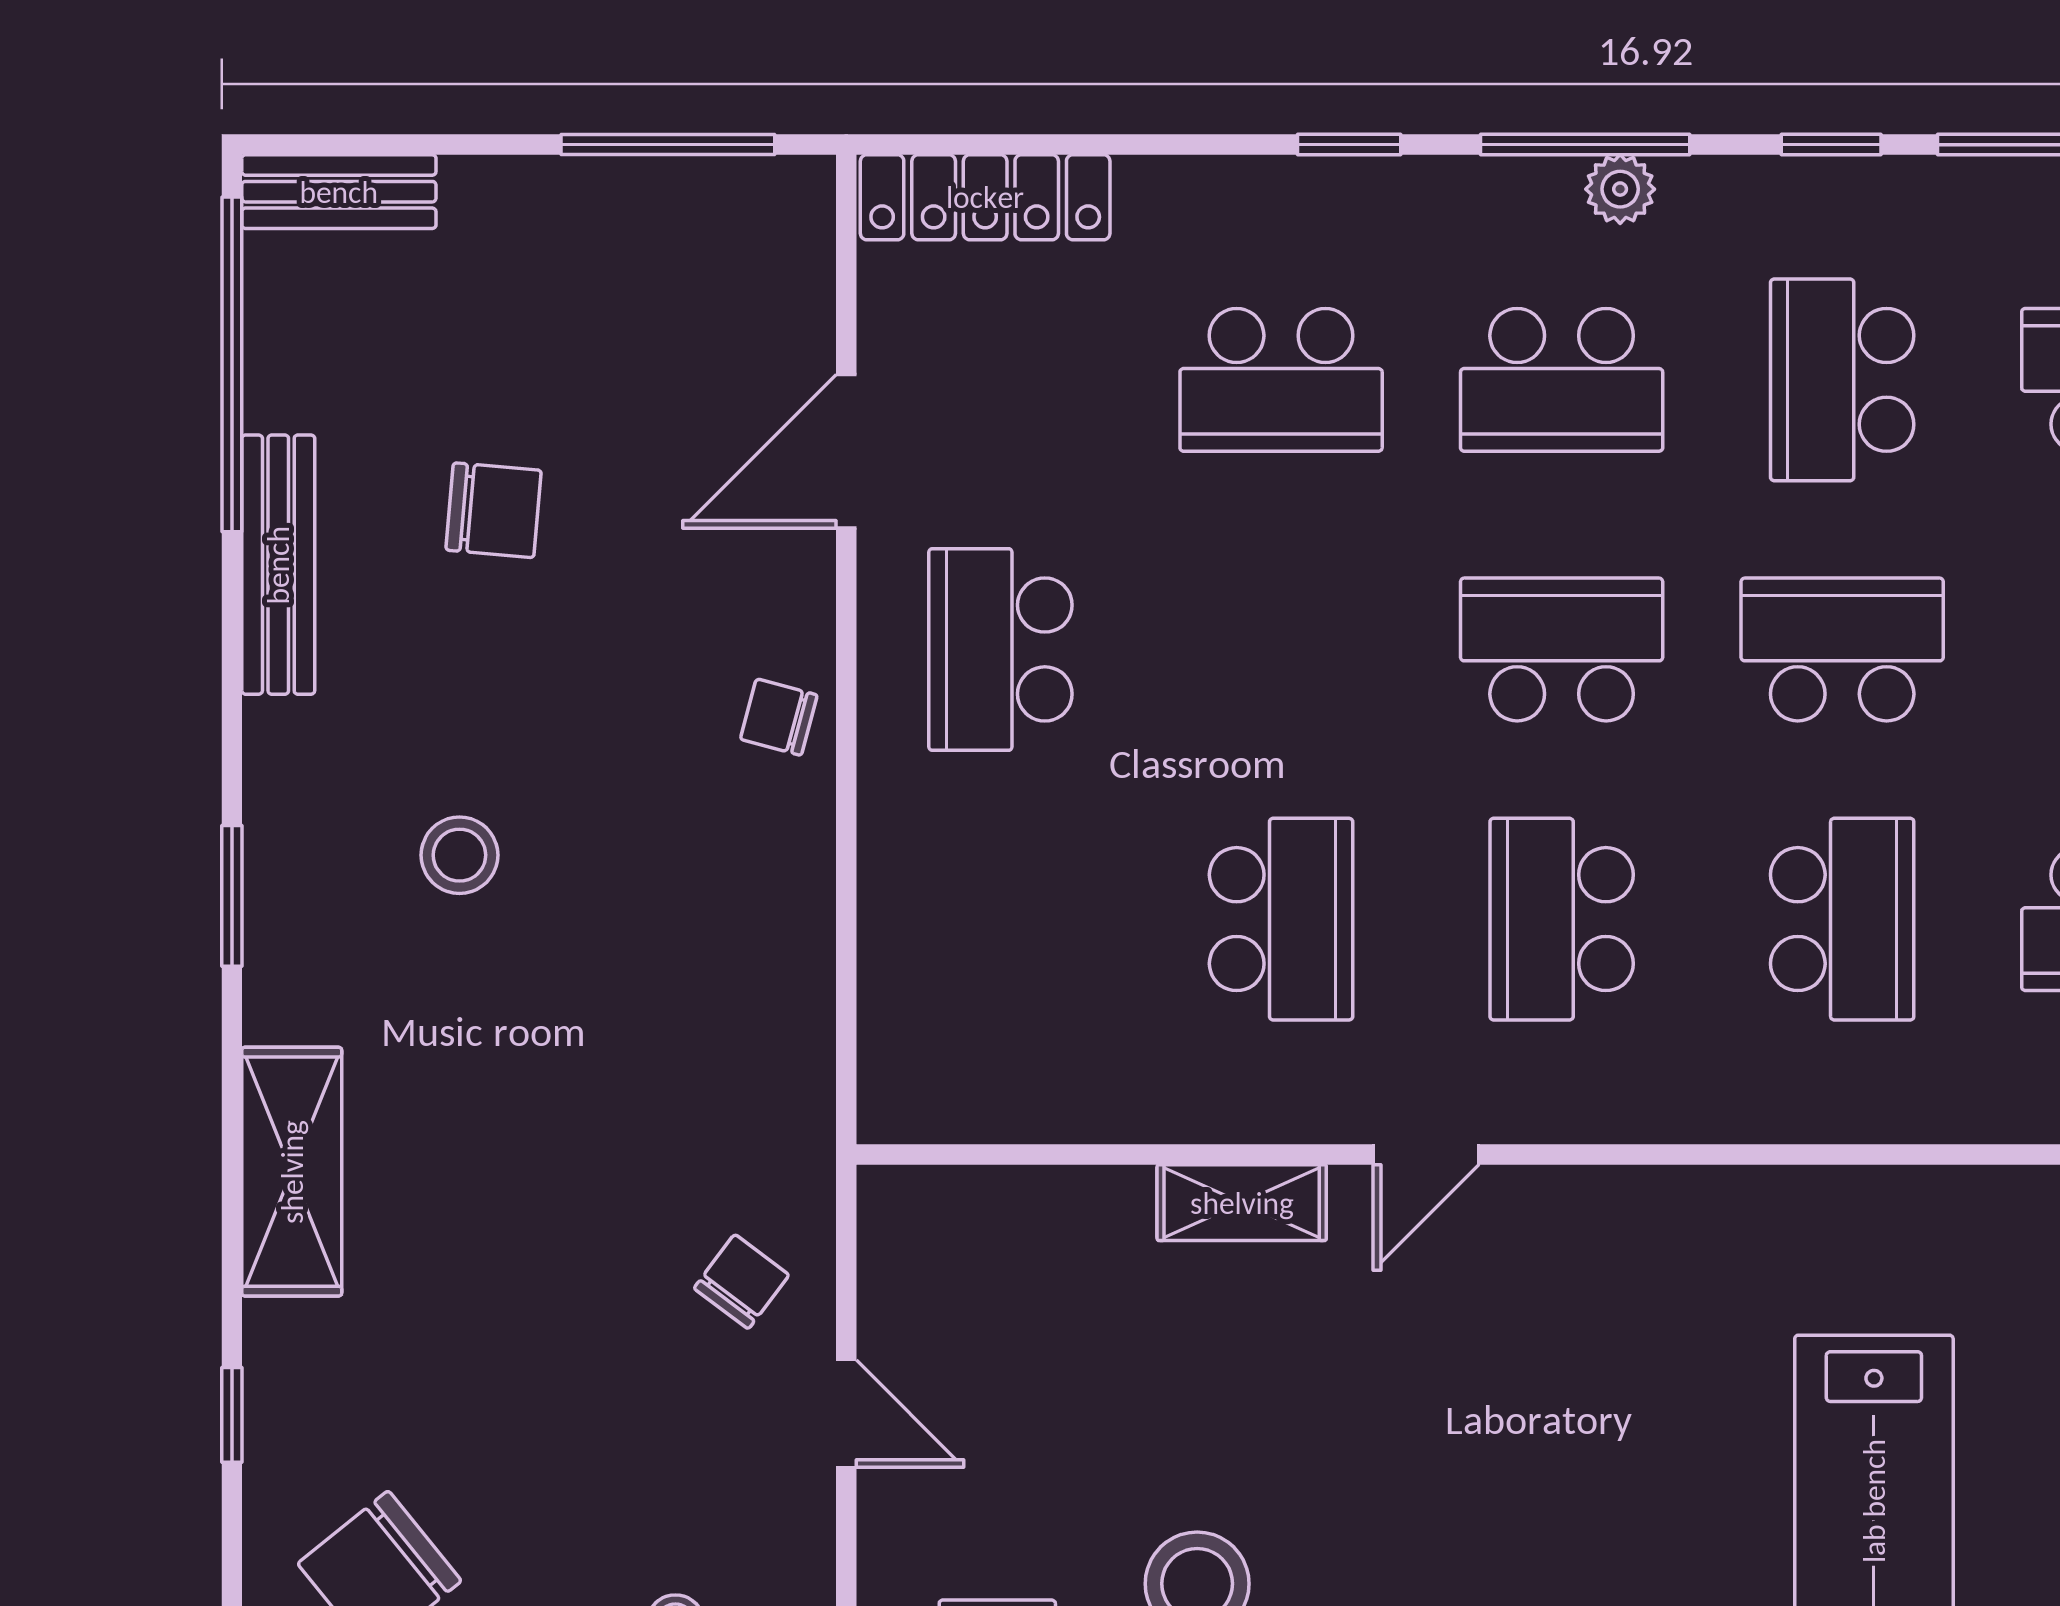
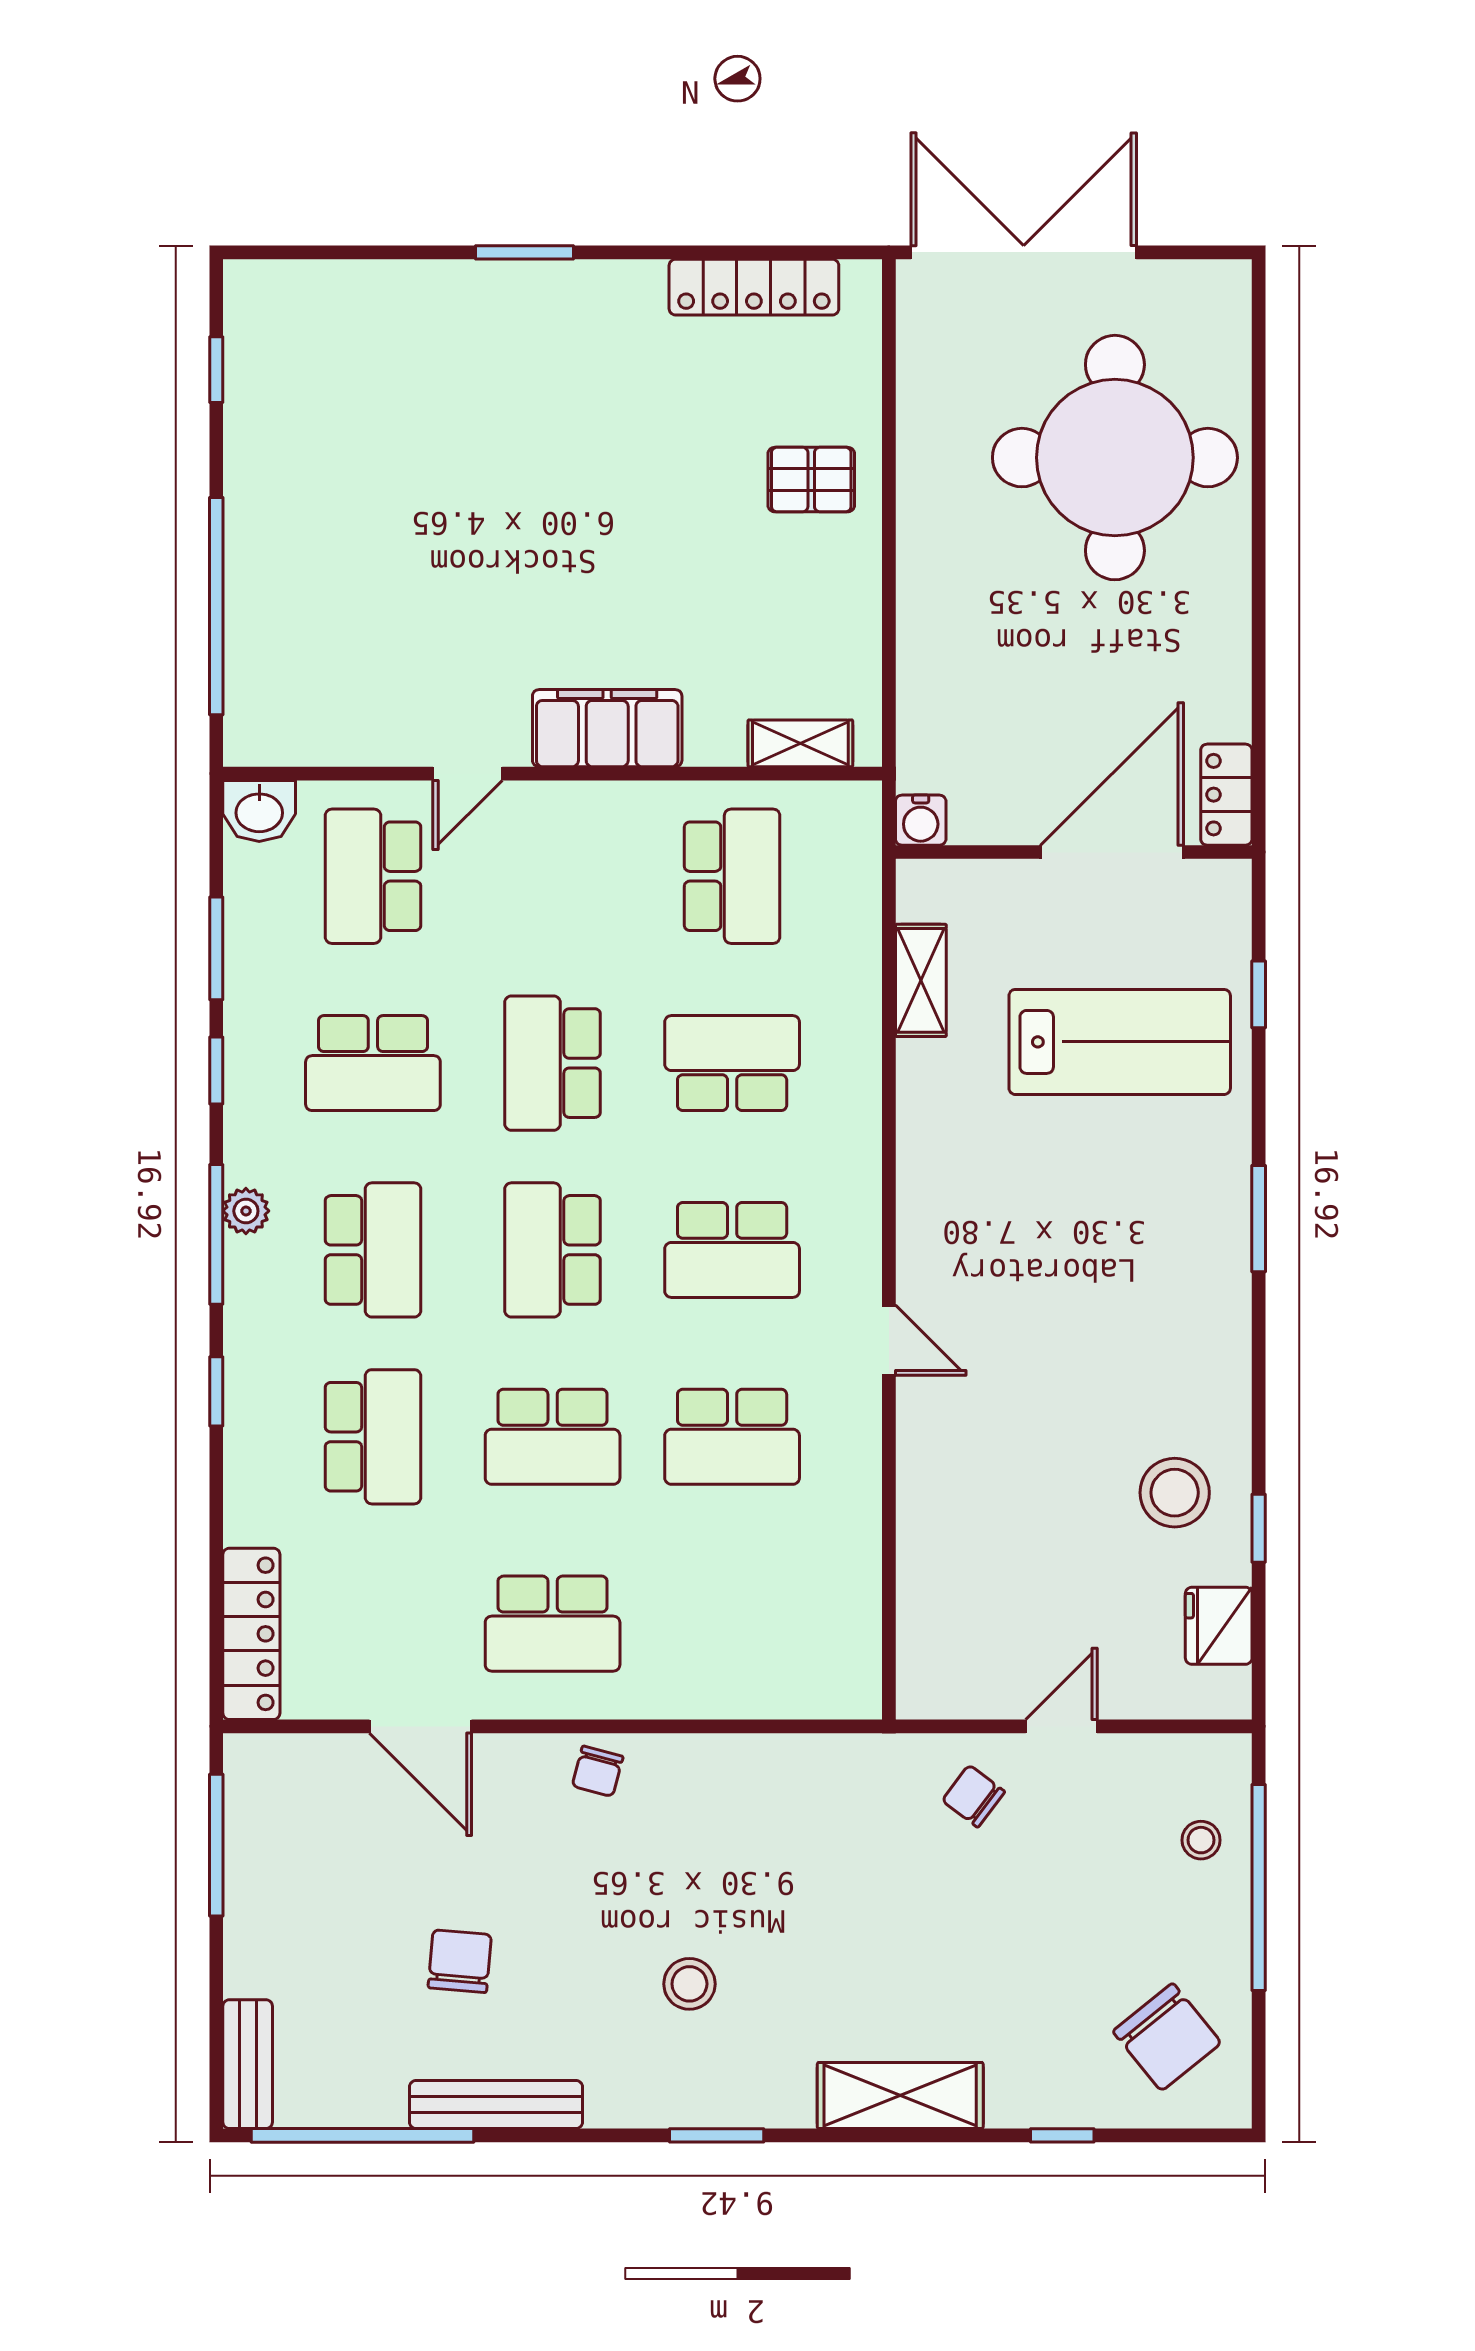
school desk: (1281, 649) -> (553, 1437), added
school desk: (1281, 919) -> (732, 1437), turned 180
shelving: (1242, 1203) -> (921, 980), moved

